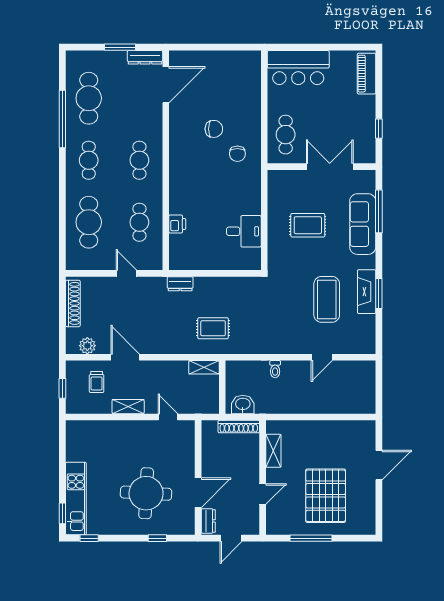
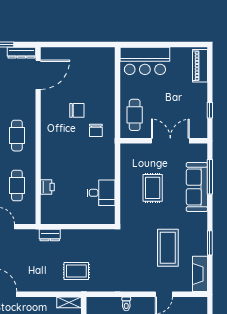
rug: (308, 225) -> (153, 188), turned 90
fireplace: (367, 292) -> (200, 274), moved

